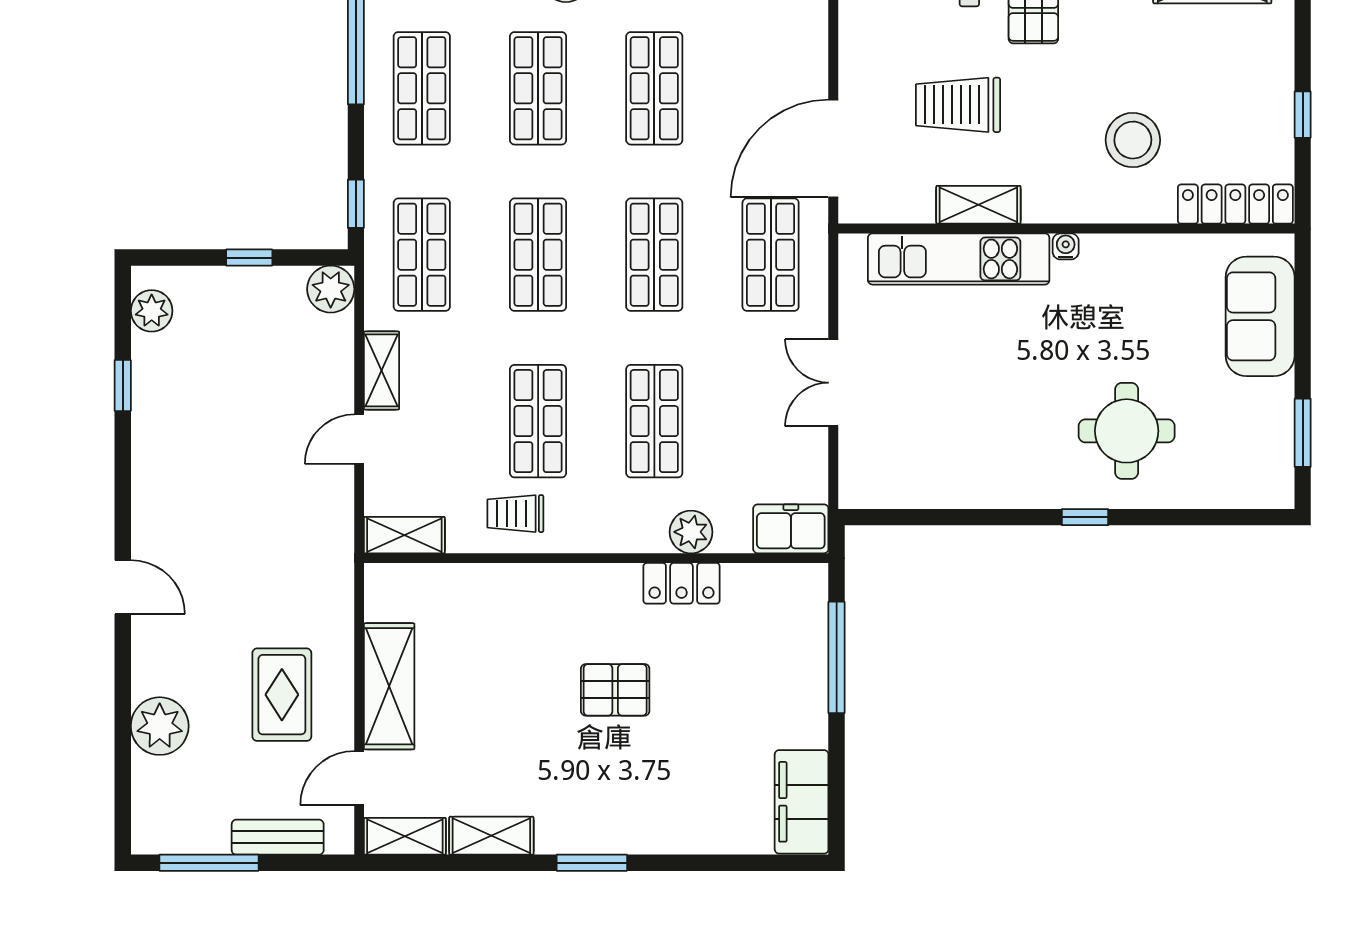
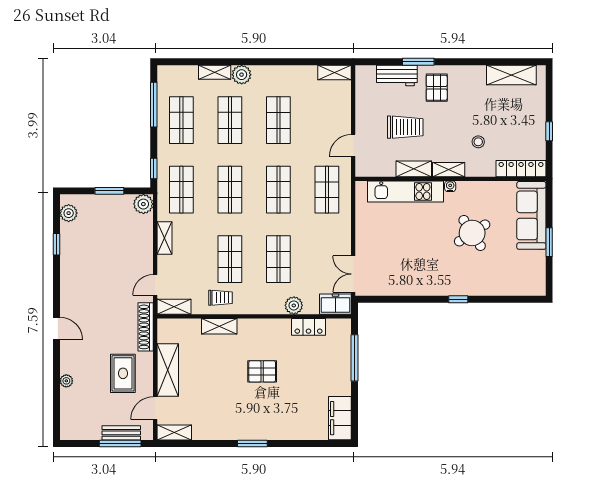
trolley: (958, 105) -> (405, 127), turned 180
stool: (1133, 140) -> (478, 142), width x0.53, depth x0.53
door: (833, 149) -> (353, 145), width x0.53
shelving: (1062, 207) -> (449, 170), added
window: (249, 258) -> (109, 191), width x1.50
sofa: (1260, 316) -> (531, 215), width x1.36
double door: (833, 383) -> (353, 274), moved
round table: (1127, 431) -> (472, 233), moved, turned -33
window: (1303, 433) -> (549, 242), moved
door: (359, 439) -> (155, 285), moved
trolley: (515, 514) -> (220, 298), turned 180
shoe rack: (336, 583) -> (146, 327), added
locker: (682, 583) -> (309, 327), moved
plant: (160, 726) -> (66, 381), width x0.53, depth x0.53
shelving: (491, 836) -> (219, 326), moved
window: (209, 863) -> (120, 444), moved

